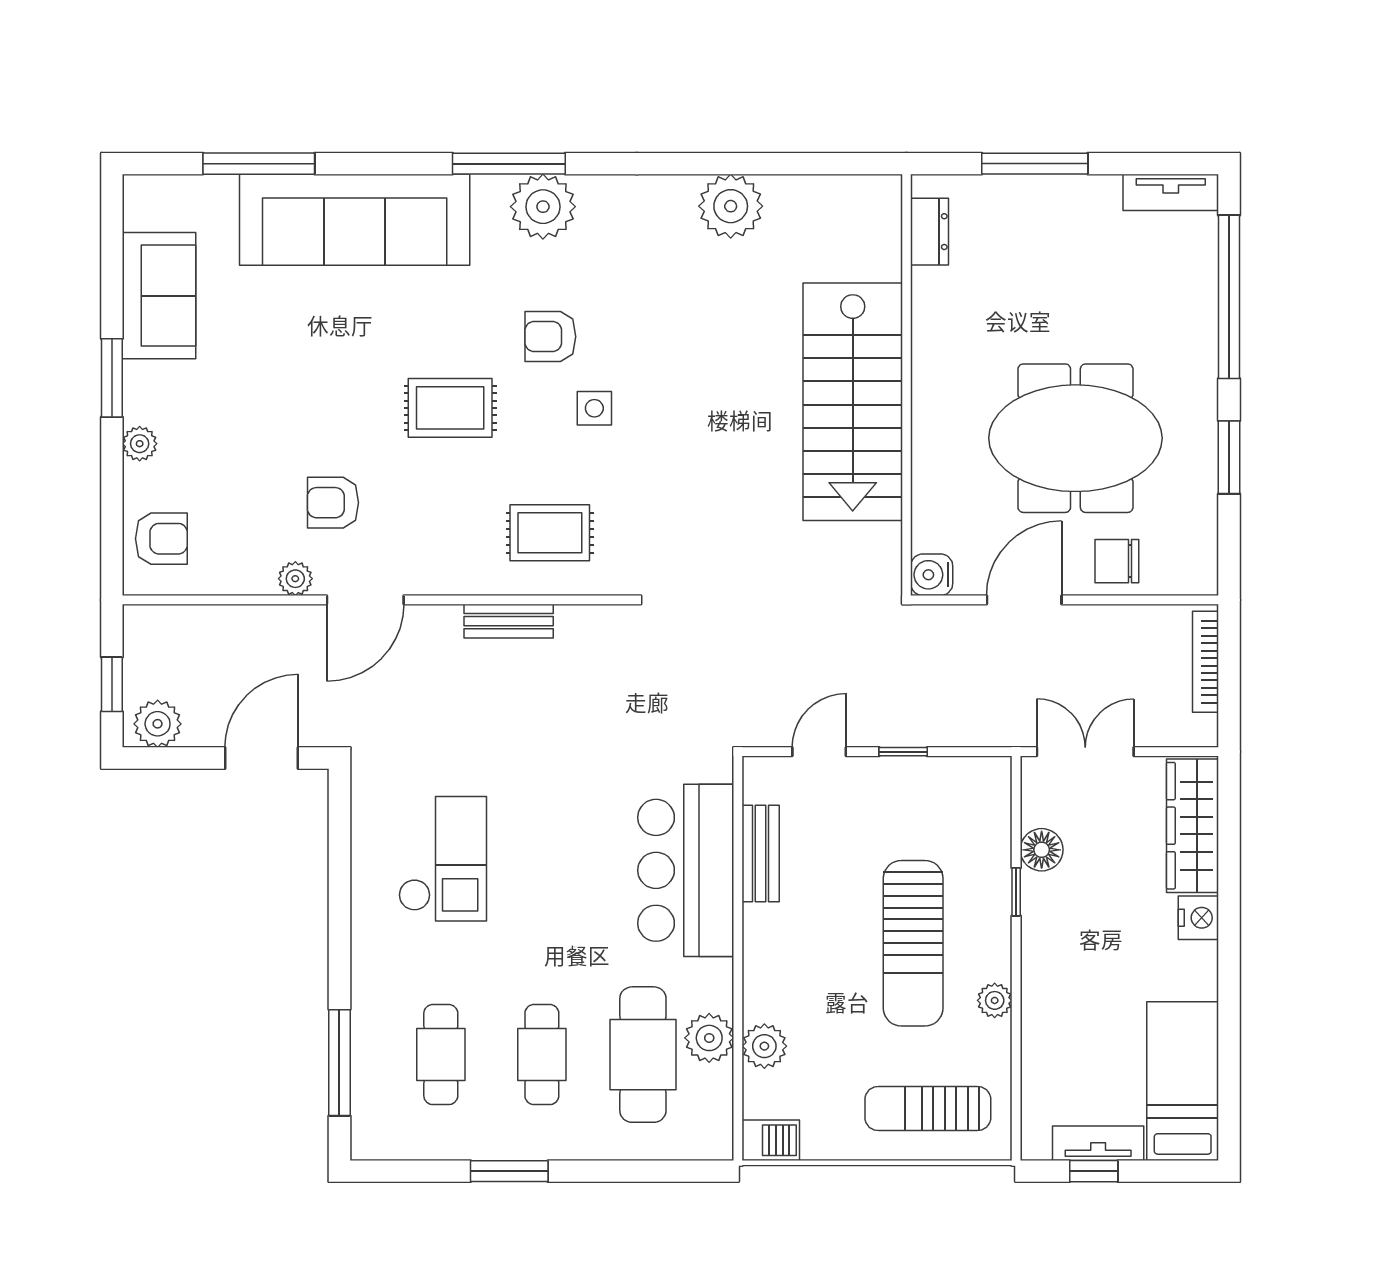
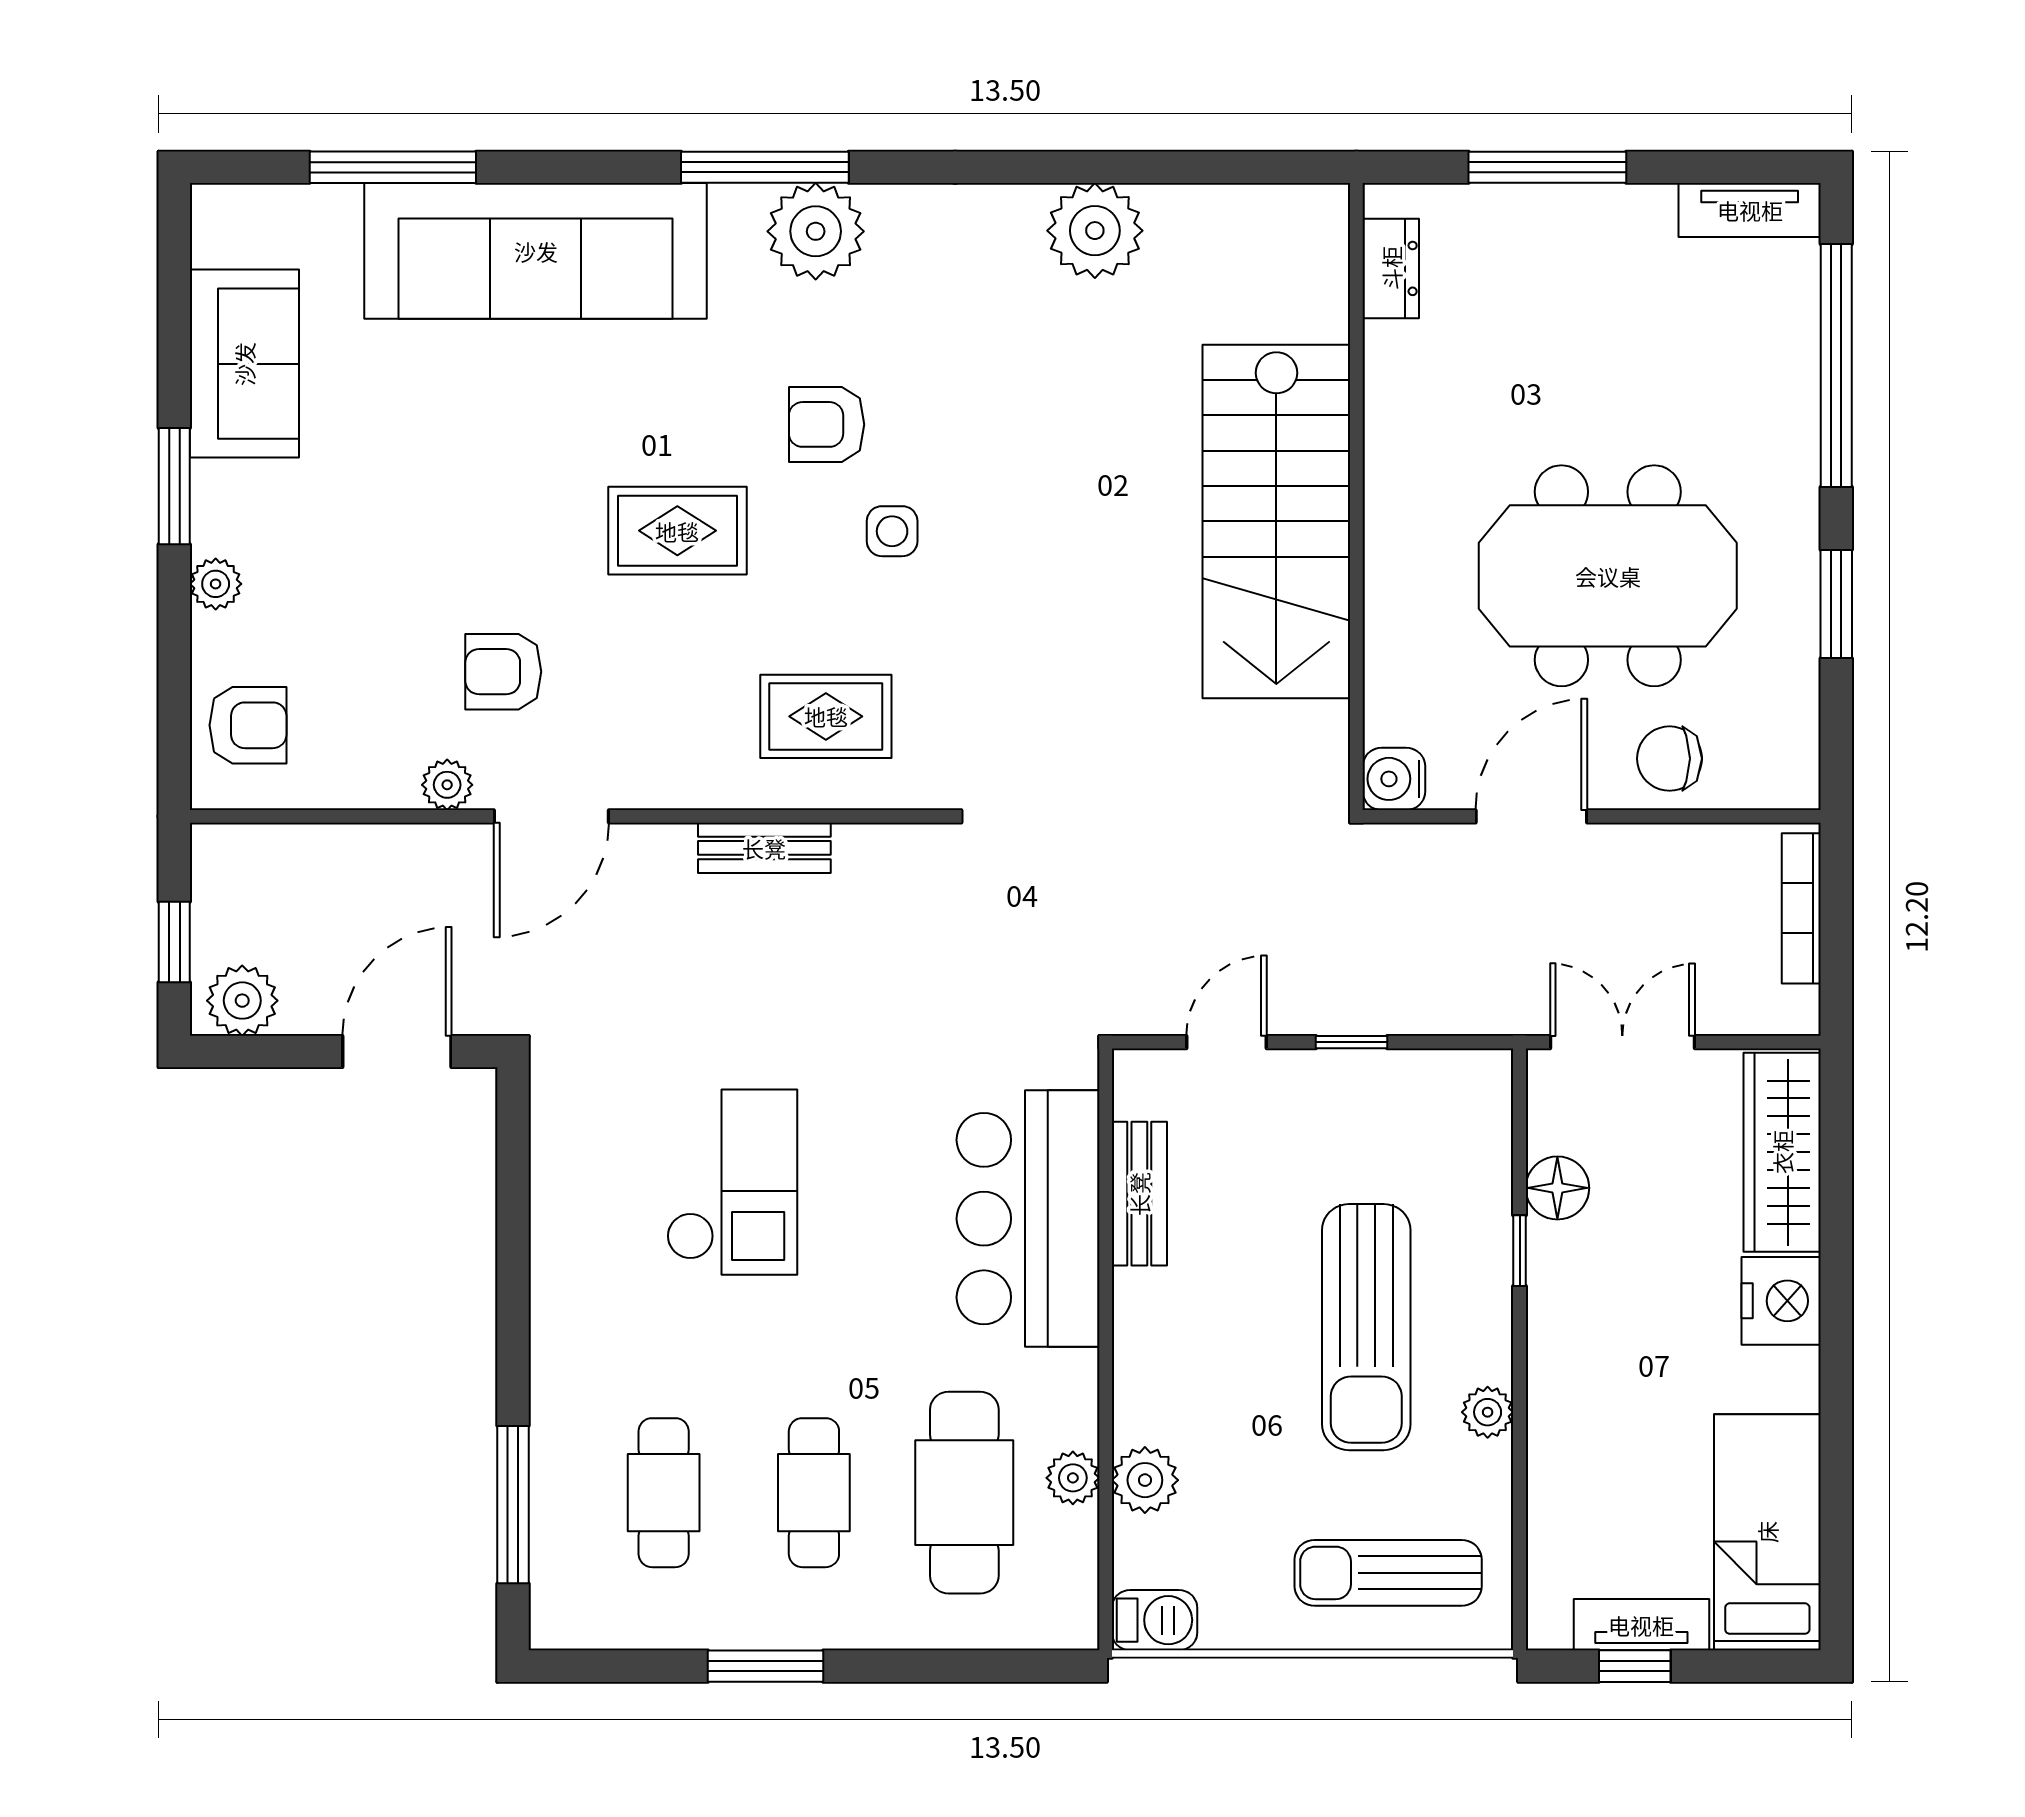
checkout: (443, 859) -> (732, 1182), moved
nightstand: (1198, 918) -> (1781, 1301), width x1.36, depth x1.33
plant: (709, 1038) -> (1073, 1478), width x0.73, depth x0.73

